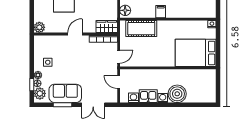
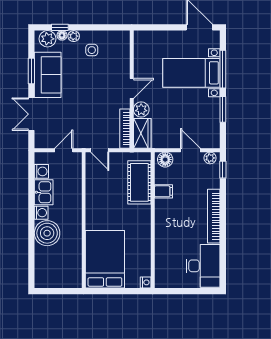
filing cabinet: (161, 12) -> (163, 191), moved
plant: (39, 27) -> (141, 110), moved
door: (75, 34) -> (132, 88), hinge flipped

